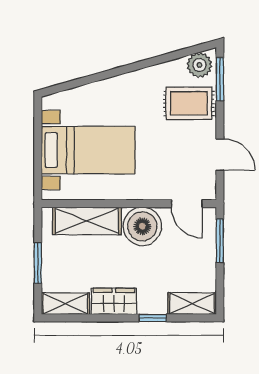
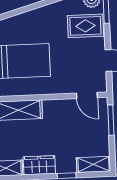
boiler: (142, 226) -> (57, 112), removed

